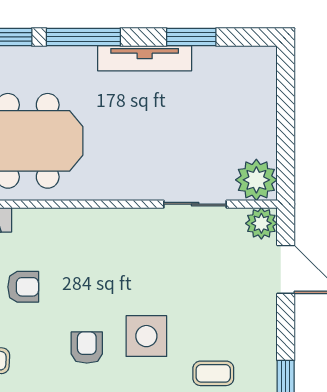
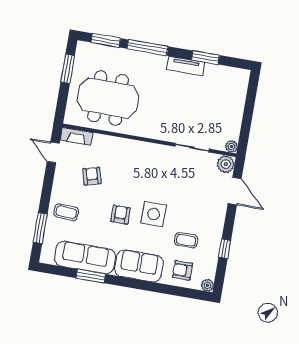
tv unit: (145, 58) -> (186, 66), width x0.71
plant: (256, 180) -> (231, 146), width x0.53, depth x0.53
armchair: (23, 287) -> (92, 176), turned -105

